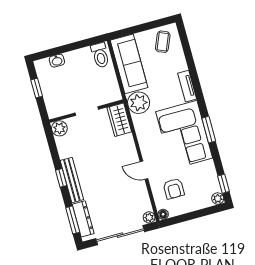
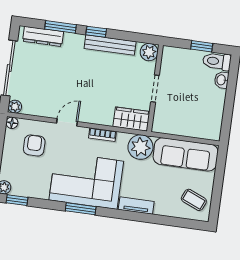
toilet: (100, 55) -> (217, 61), moved
bookcase: (142, 137) -> (102, 135), added
bench: (72, 180) -> (110, 45), moved
armchair: (174, 189) -> (34, 145), turned 90
window: (73, 220) -> (61, 27), moved

